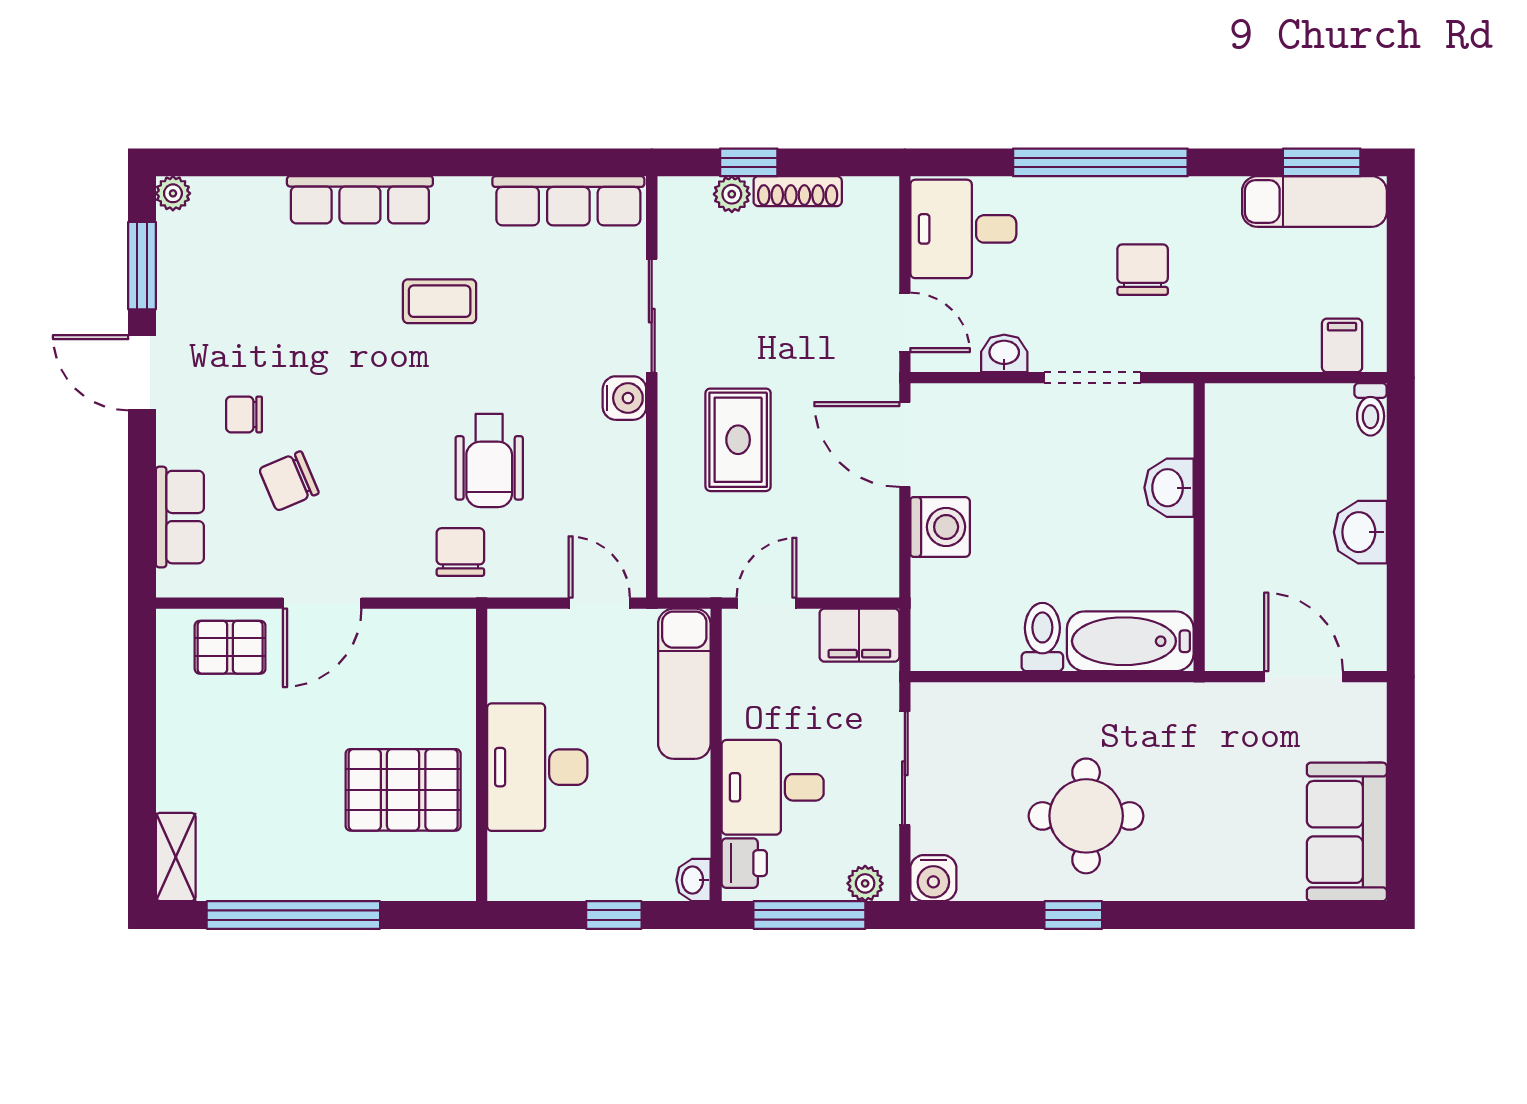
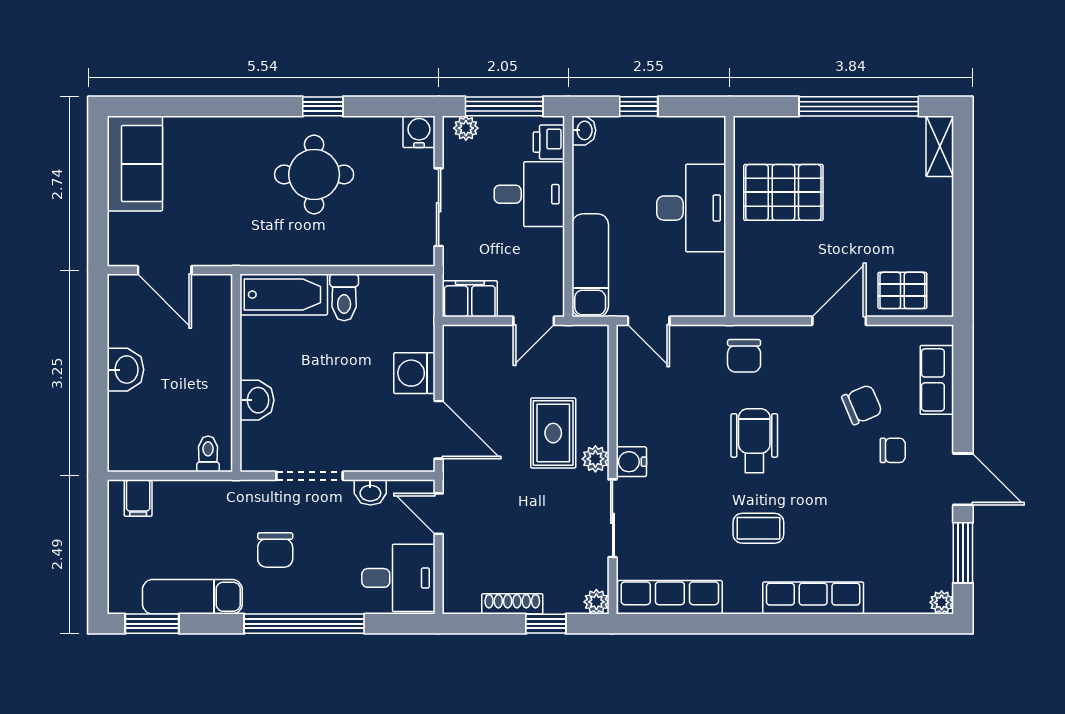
plant: (732, 194) -> (596, 602), moved
exam couch: (1314, 202) -> (192, 597), moved
plant: (677, 402) -> (595, 459), added
toilet: (1371, 409) -> (208, 454), moved
wheelchair: (489, 460) -> (754, 441), moved

